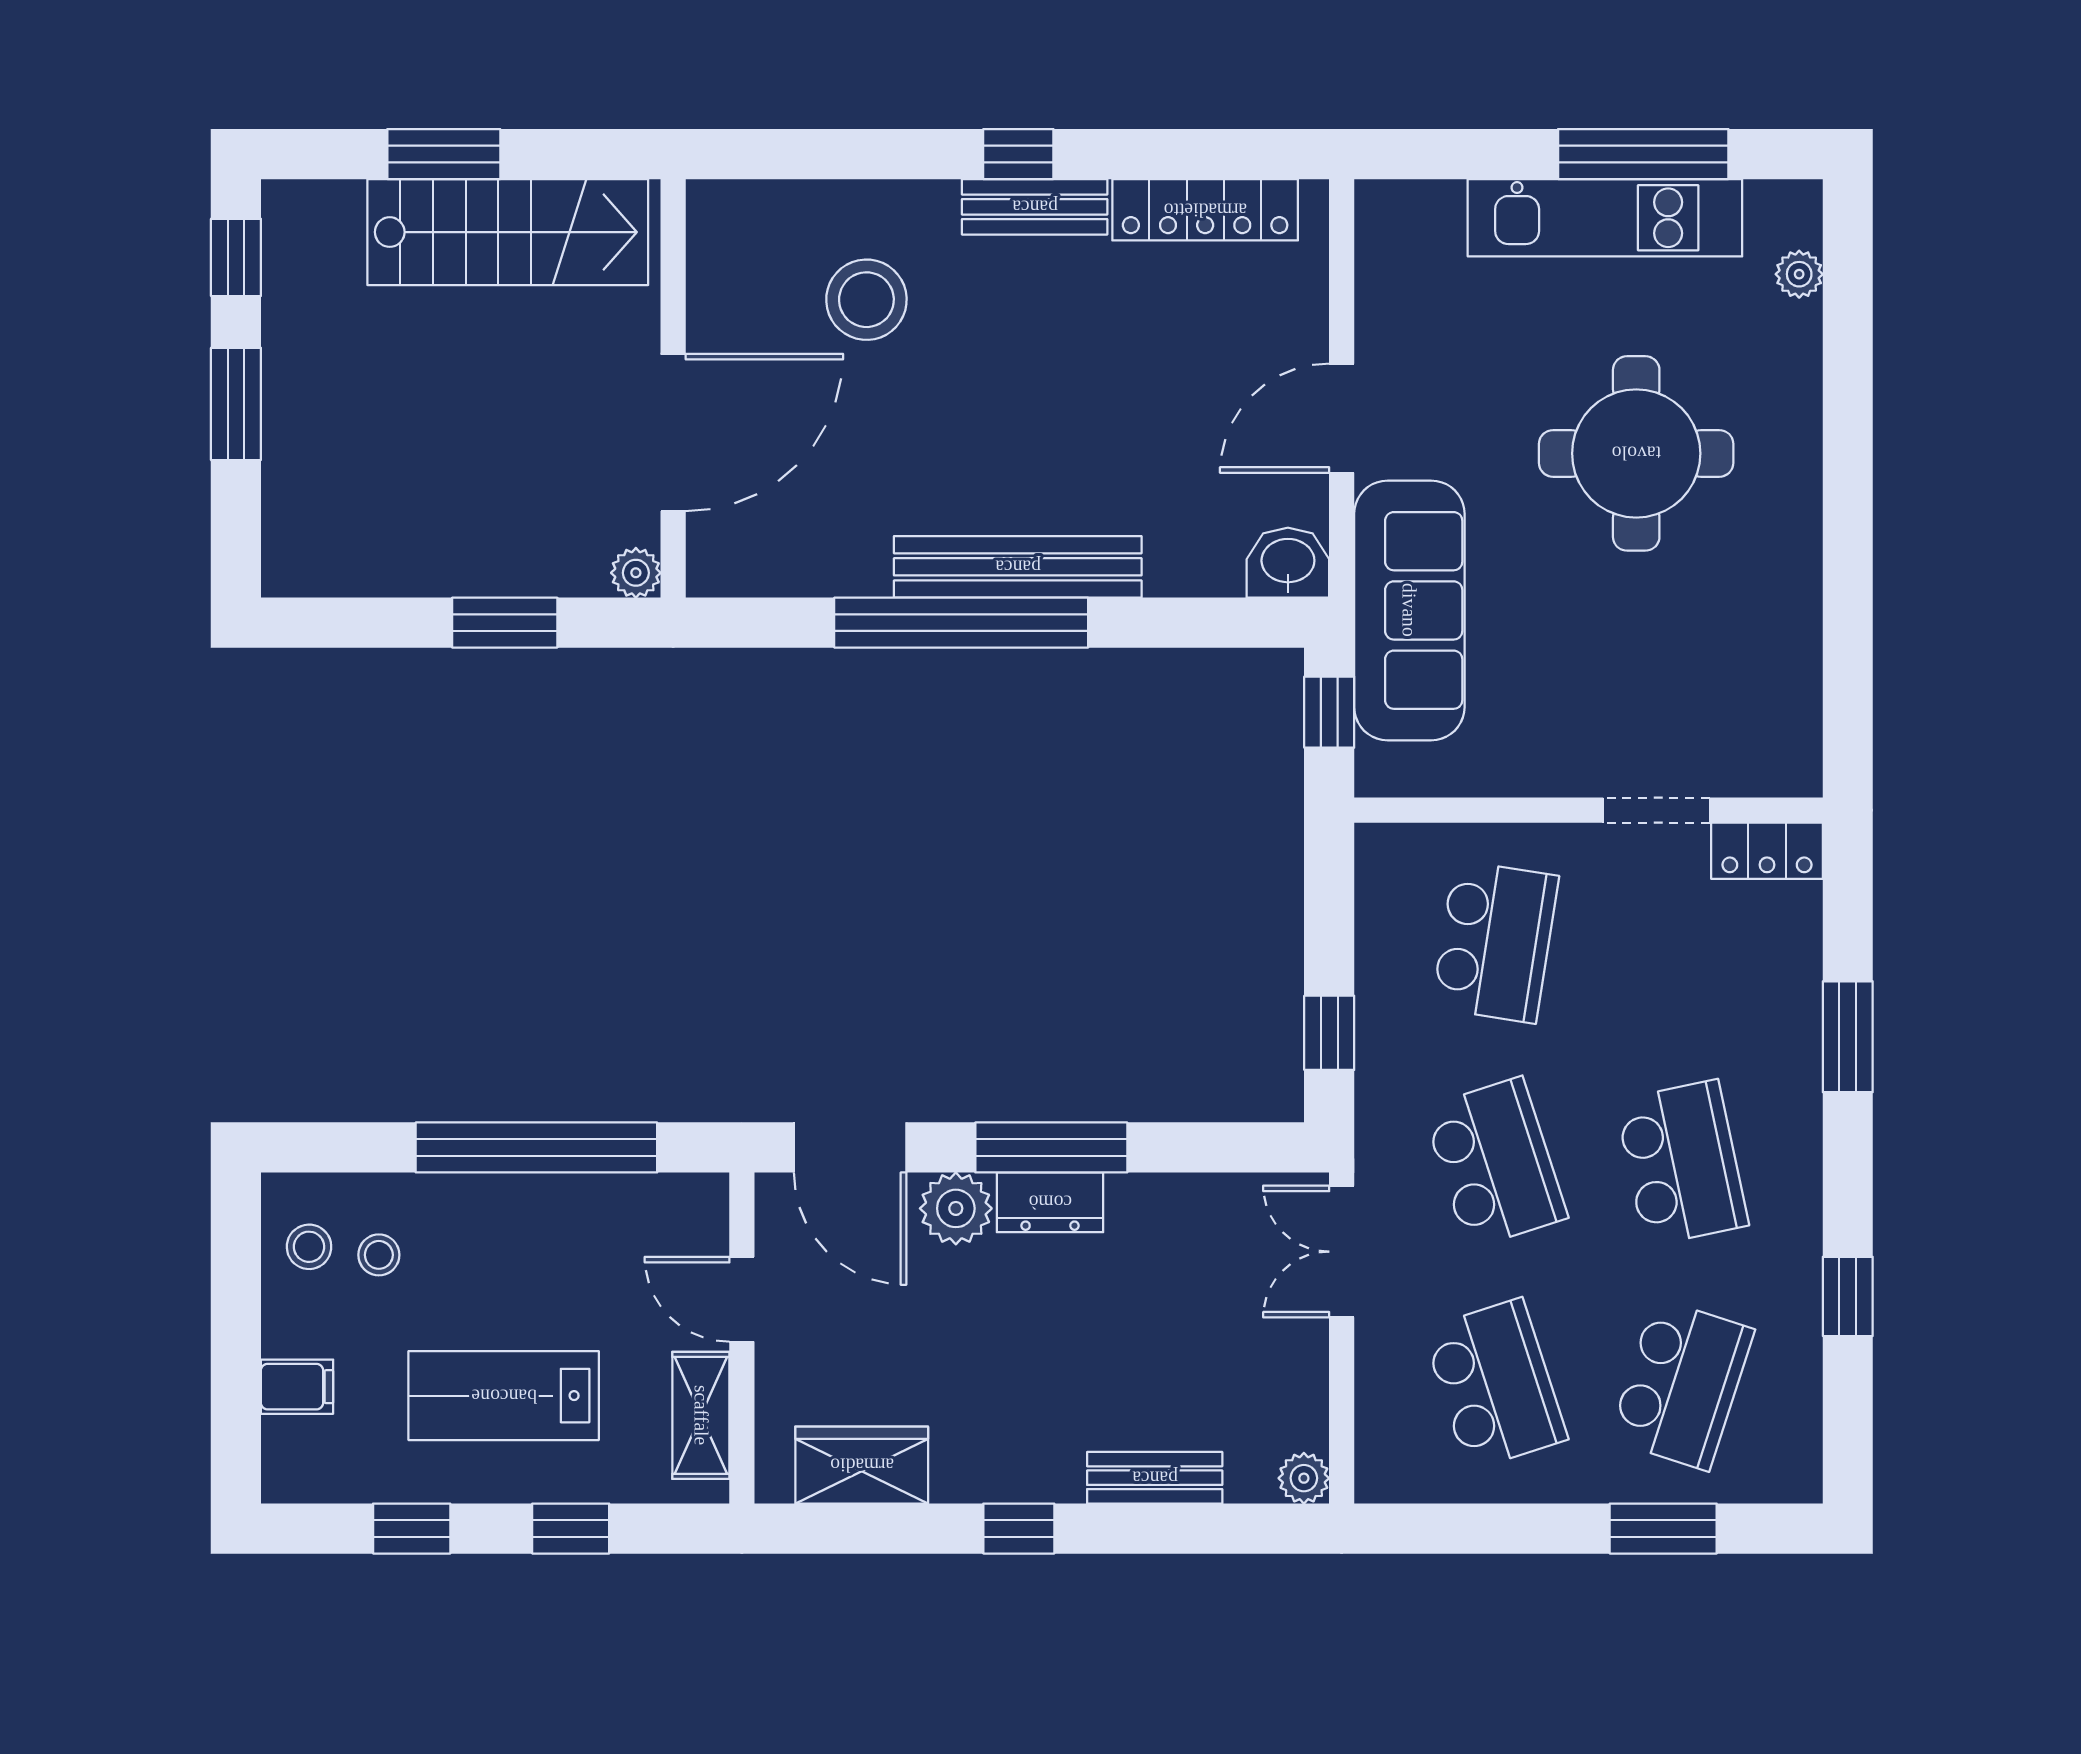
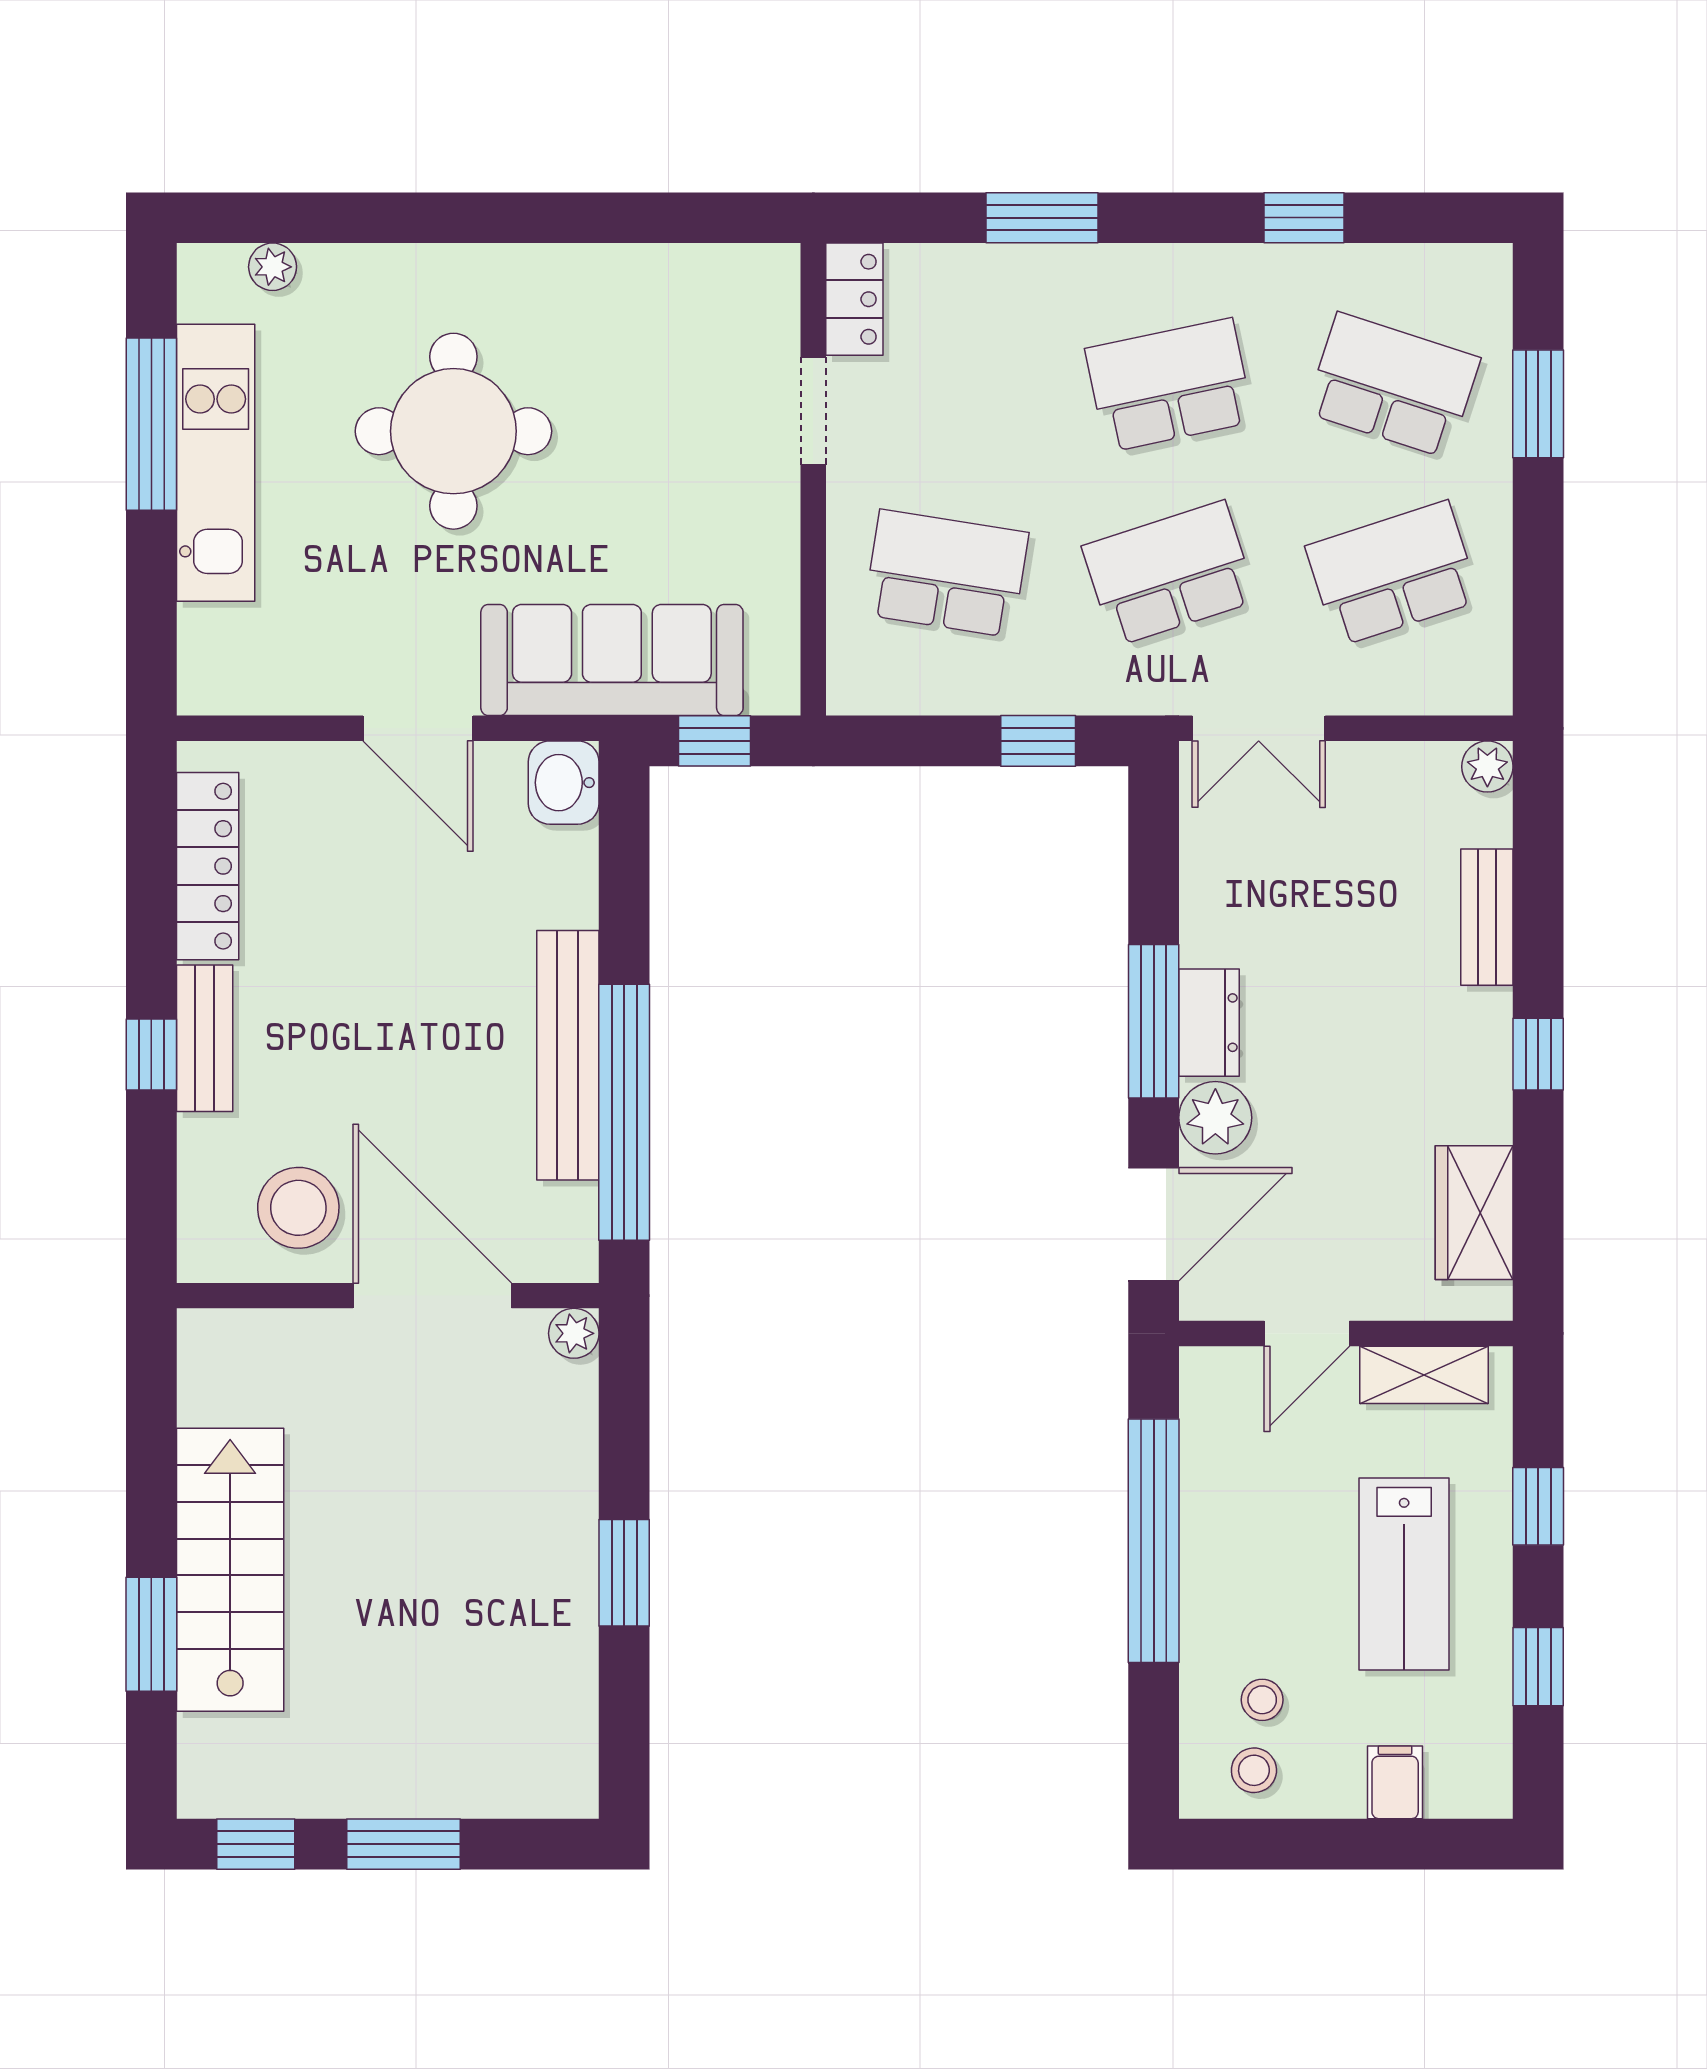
wall: (673, 388) -> (388, 1296), moved
door: (673, 433) -> (432, 1296), moved
plant: (636, 573) -> (574, 1333), moved

